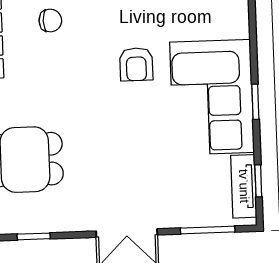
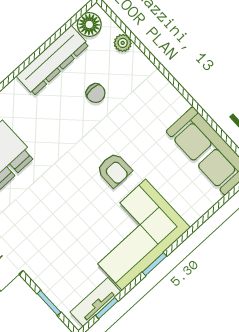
armchair: (136, 64) -> (114, 170), turned -90
window: (208, 230) -> (49, 303), width x0.67

